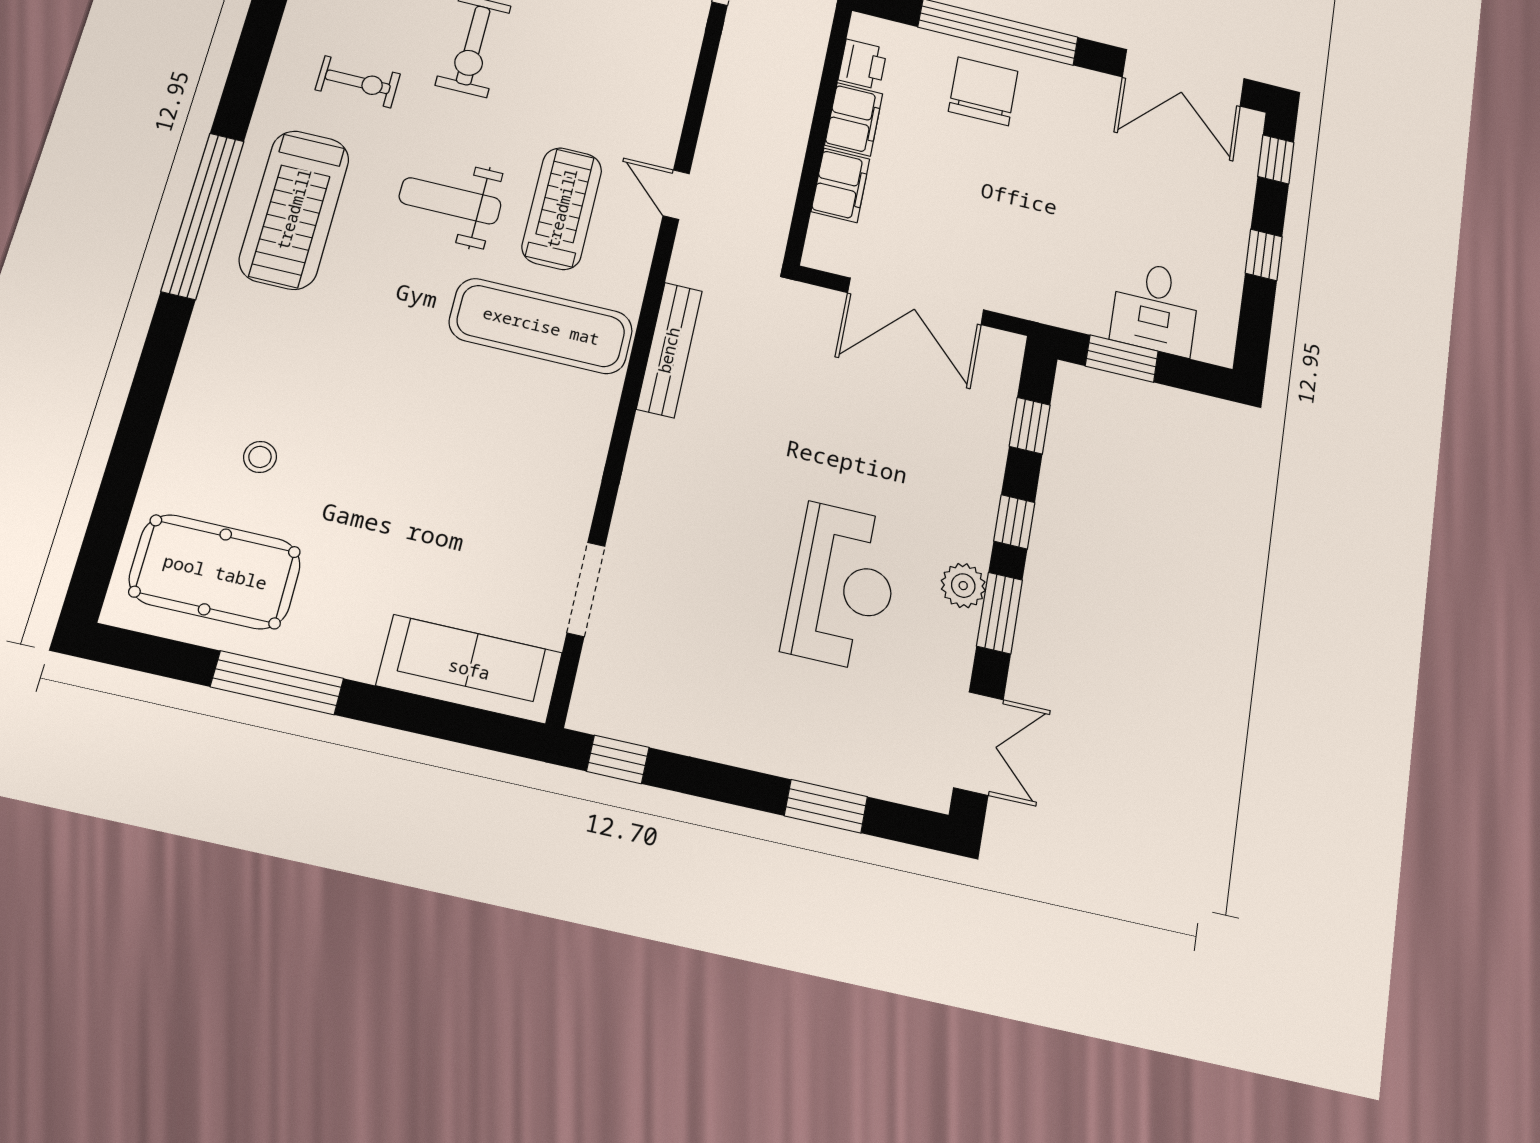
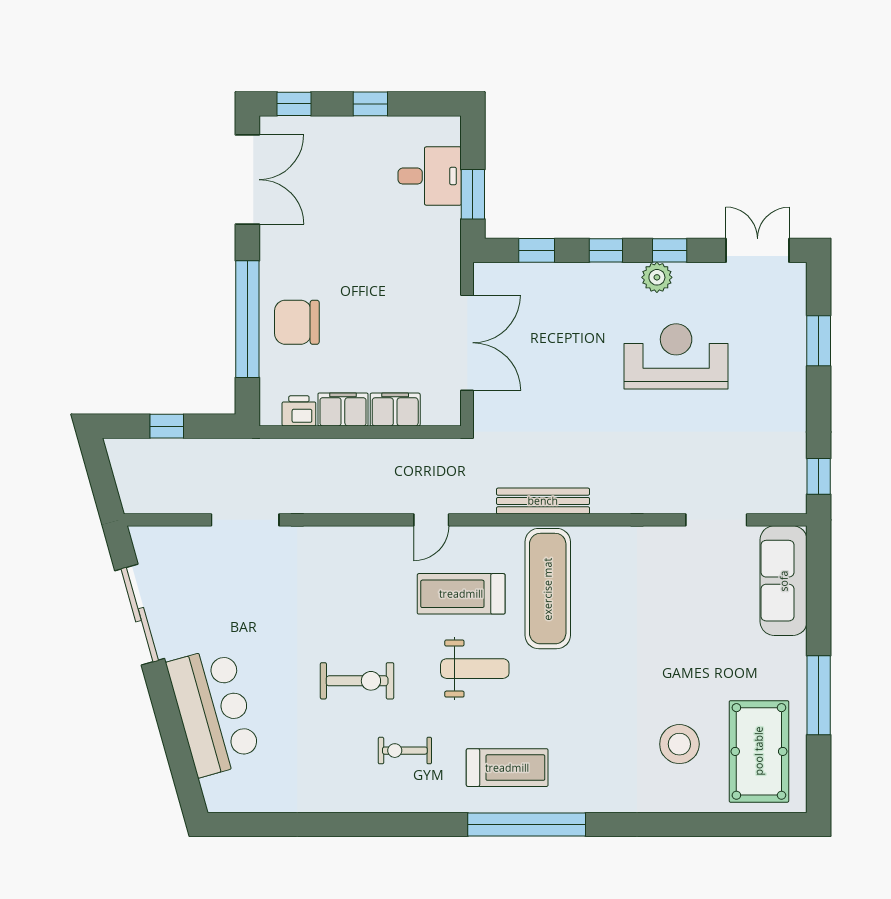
exercise bike: (358, 82) -> (405, 751), turned -90
weight bench: (450, 201) -> (475, 669), turned -90
treadmill: (294, 209) -> (507, 768), width x0.73, depth x0.73
stool: (260, 457) -> (679, 744), width x1.89, depth x1.89
window: (1000, 613) -> (670, 250), width x0.67

